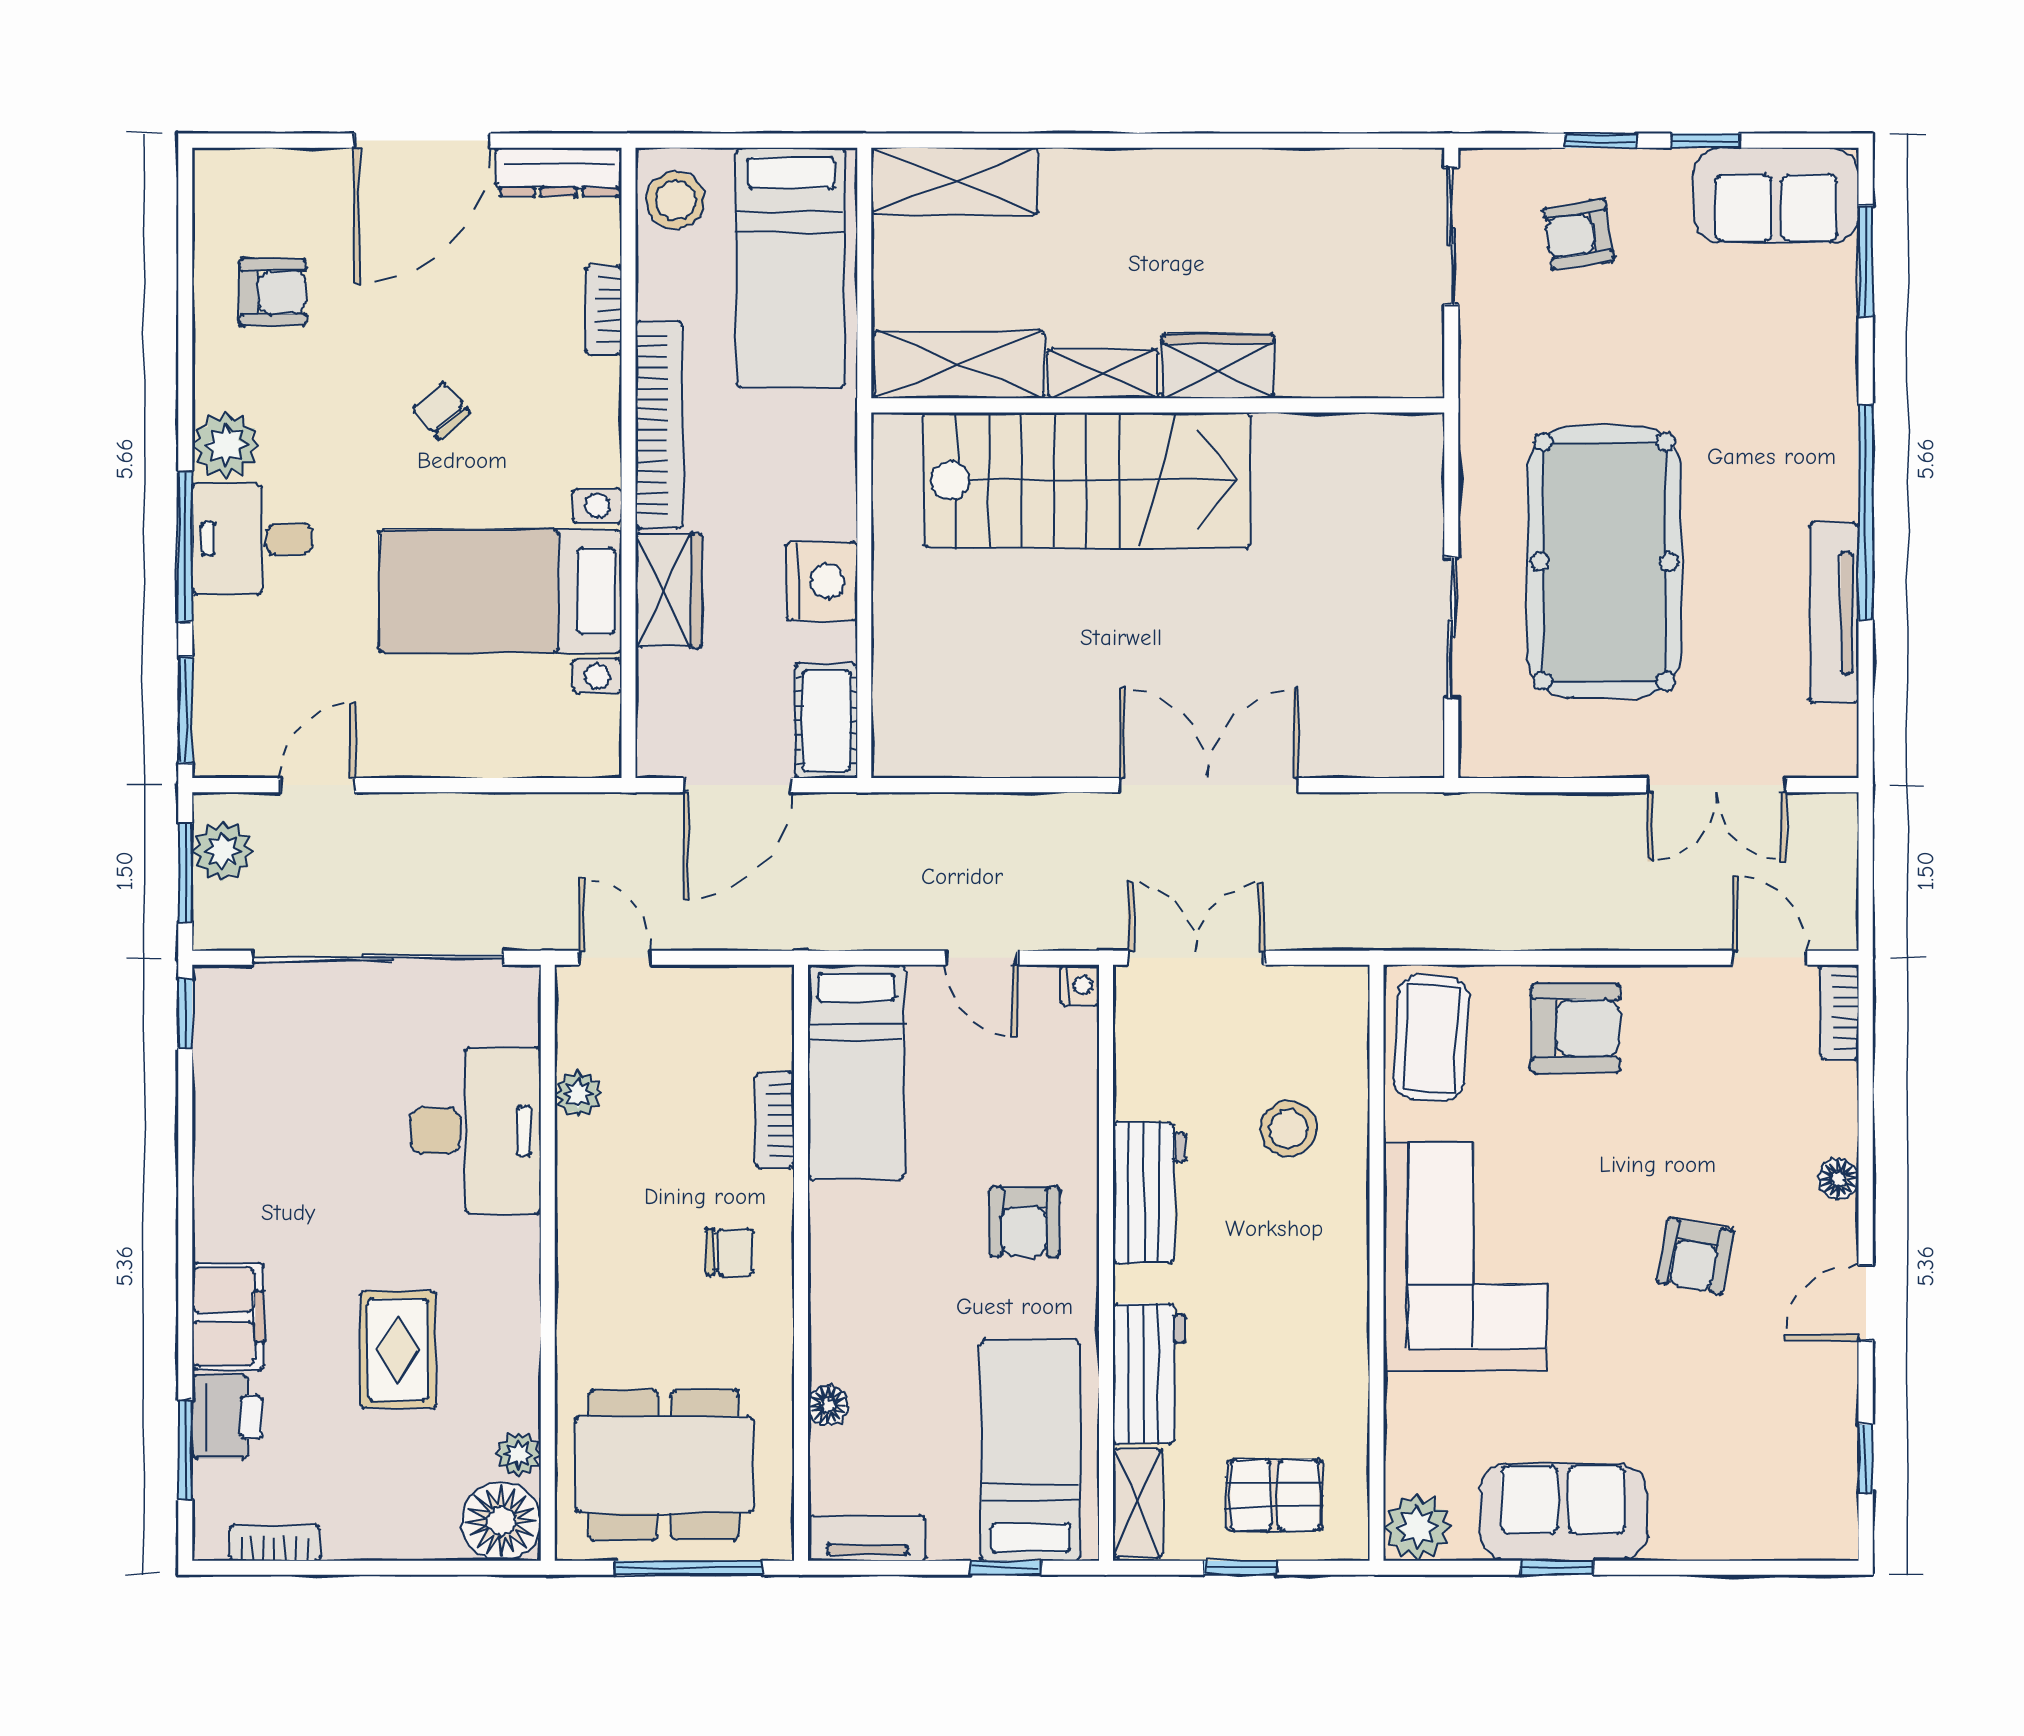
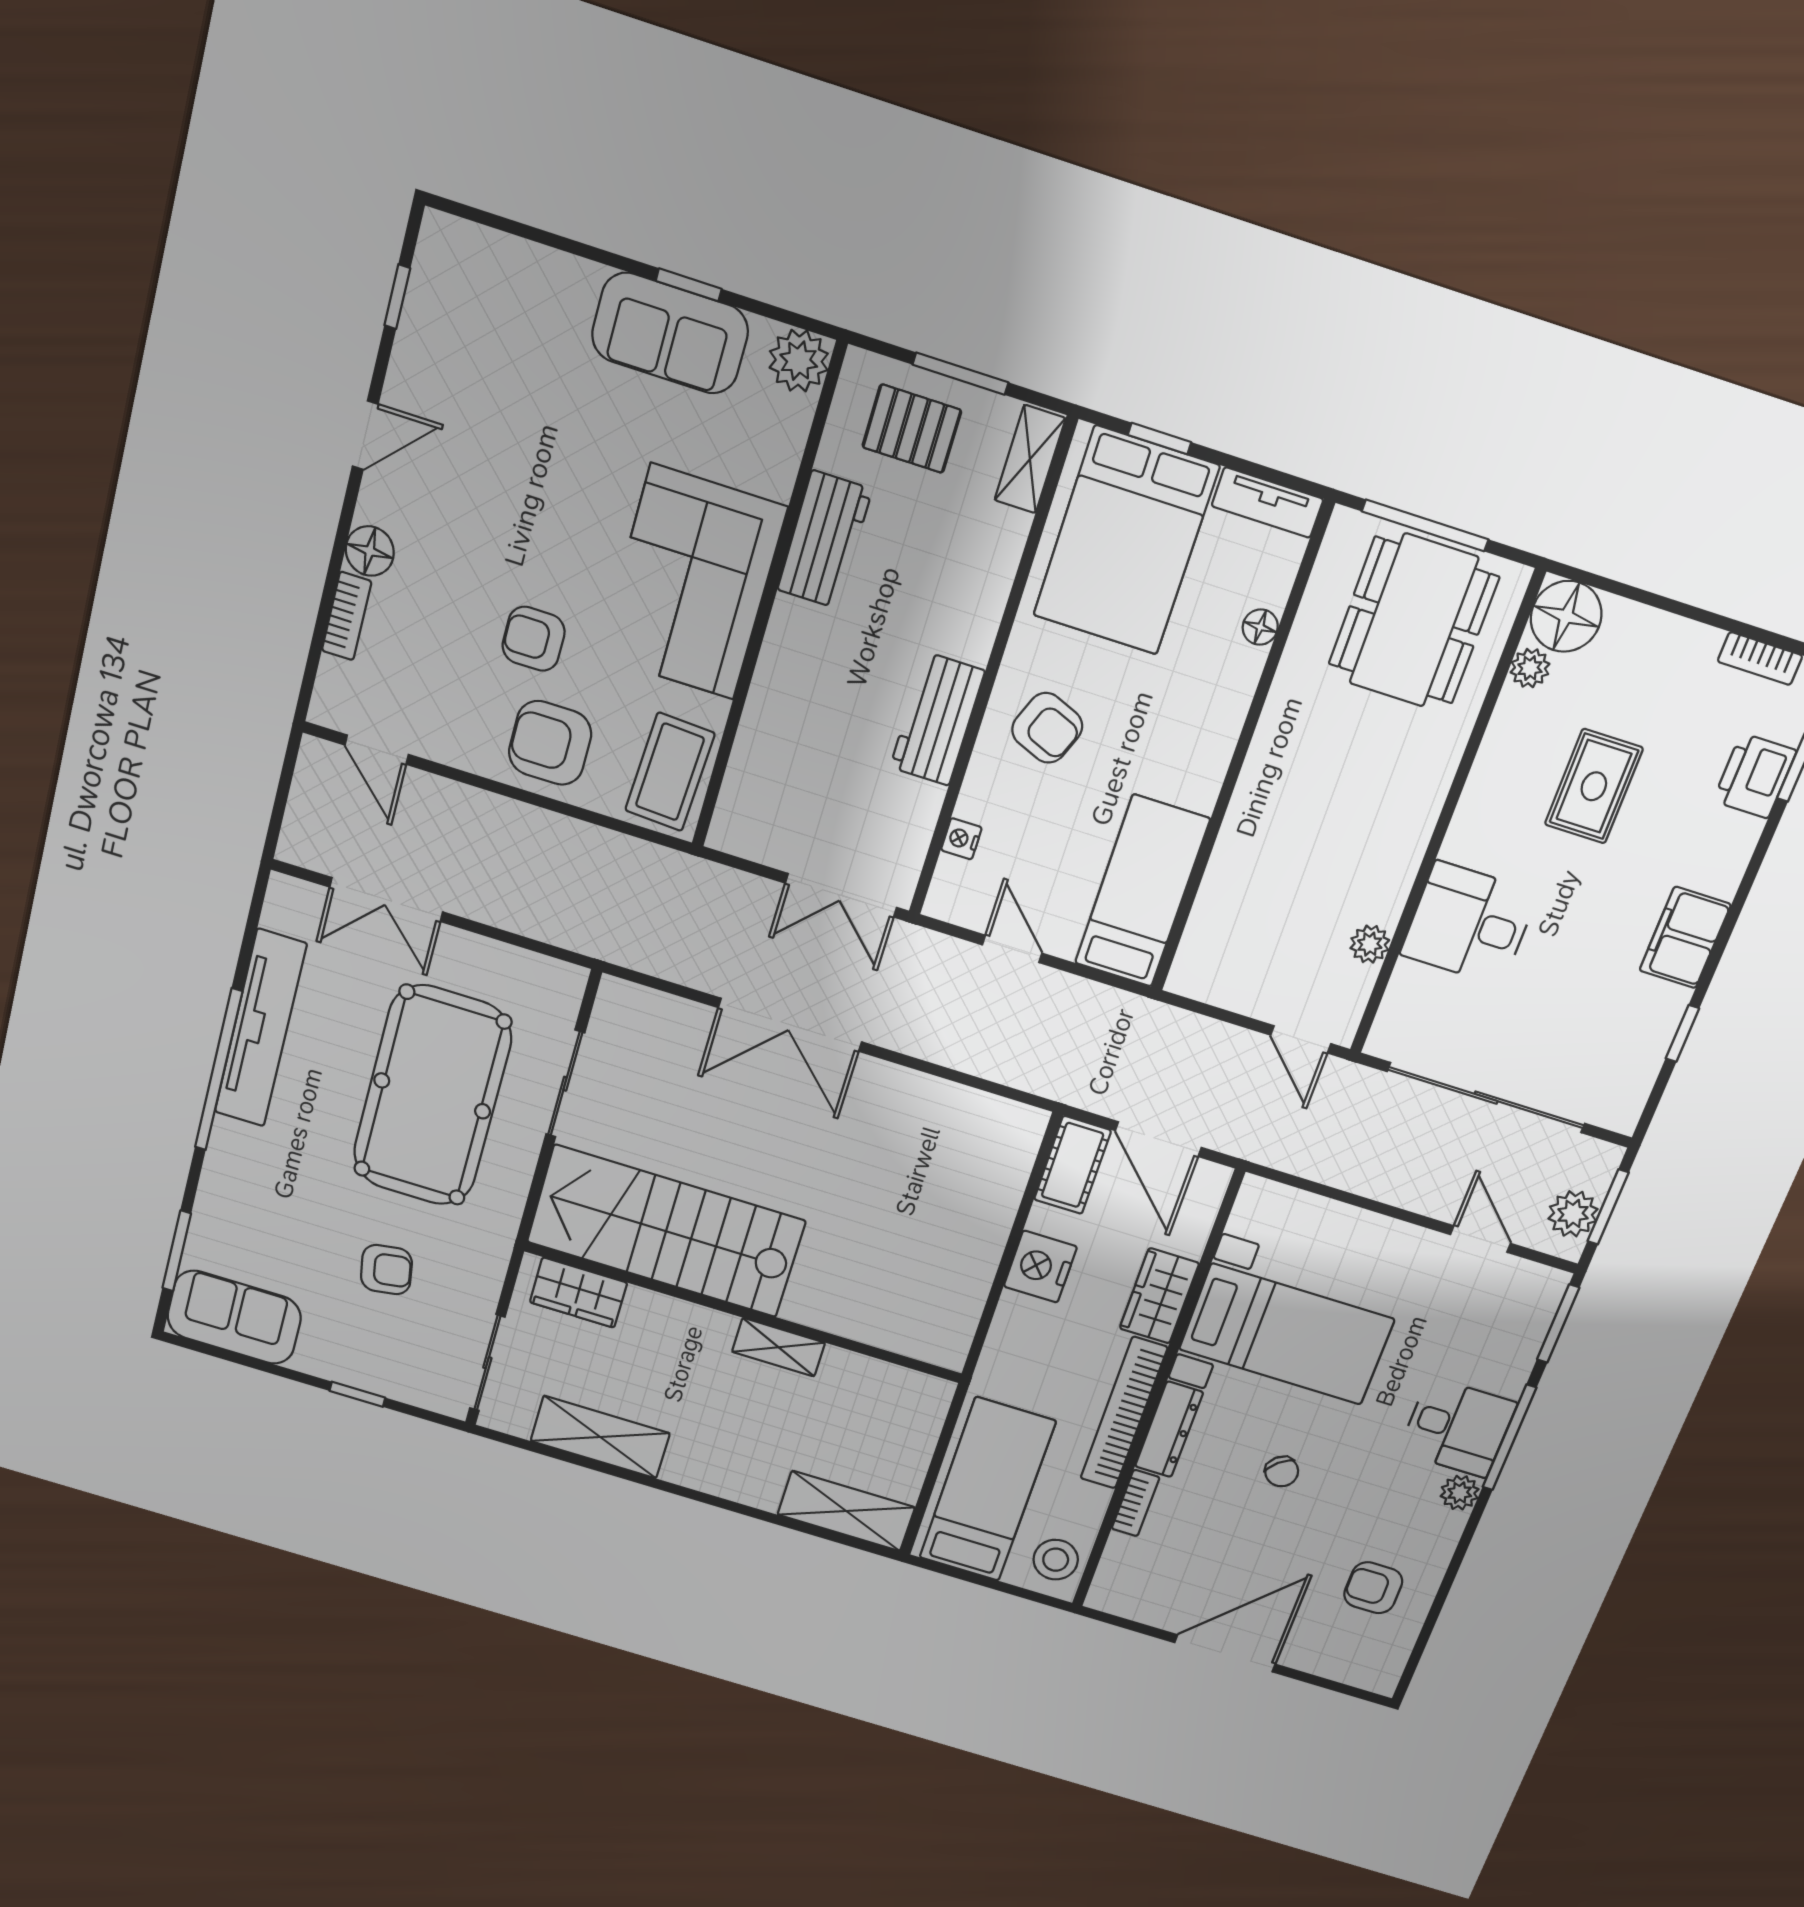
window: (1706, 141) -> (278, 1371), removed
dresser: (559, 172) -> (1169, 1429), moved, turned 90
armchair: (1579, 234) -> (386, 1270), moved
shelving: (959, 365) -> (600, 1437), moved
wardrobe: (1218, 366) -> (578, 1293), moved
plant: (226, 445) -> (1460, 1493), width x0.73, depth x0.73
stairs: (1087, 480) -> (666, 1231), moved
tv unit: (1834, 613) -> (261, 1028), width x1.36, depth x1.29
door: (318, 785) -> (1480, 1239), swing flipped
door: (737, 785) -> (1158, 1139), swing flipped
double door: (1717, 785) -> (386, 900), swing flipped
nightstand: (1080, 985) -> (961, 839), moved
bookcase: (1840, 1012) -> (347, 616), moved
window: (185, 1013) -> (1682, 1033), moved
bookcase: (775, 1120) -> (1221, 874), removed
stool: (1288, 1129) -> (808, 735), removed
desk: (476, 1131) -> (1469, 923), width x0.73
floor lamp: (1838, 1179) -> (370, 551), width x1.37, depth x1.37
armchair: (1024, 1222) -> (1047, 728), turned 112
chair: (730, 1252) -> (1295, 780), removed
armchair: (1695, 1256) -> (534, 639), moved, turned -101
filing cabinet: (228, 1317) -> (1685, 937), moved
workbench: (1149, 1374) -> (825, 540), moved, turned 180
bed: (1030, 1450) -> (1126, 541), width x1.50
dining table: (664, 1465) -> (1414, 620), turned 90
window: (1240, 1568) -> (961, 374), width x1.50

